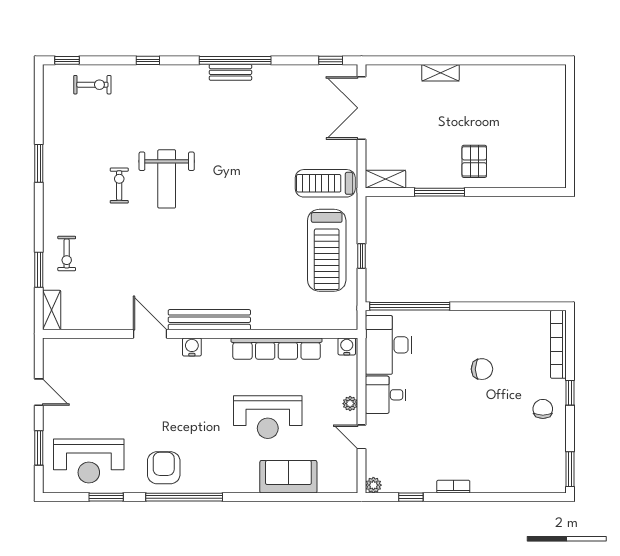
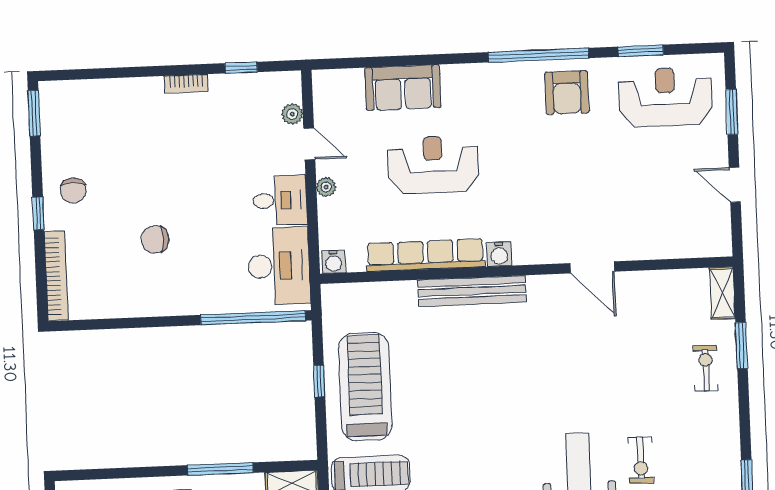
bench: (209, 320) -> (472, 291), moved
water cooler: (192, 347) -> (499, 254), moved
plant: (373, 485) -> (292, 114), moved

